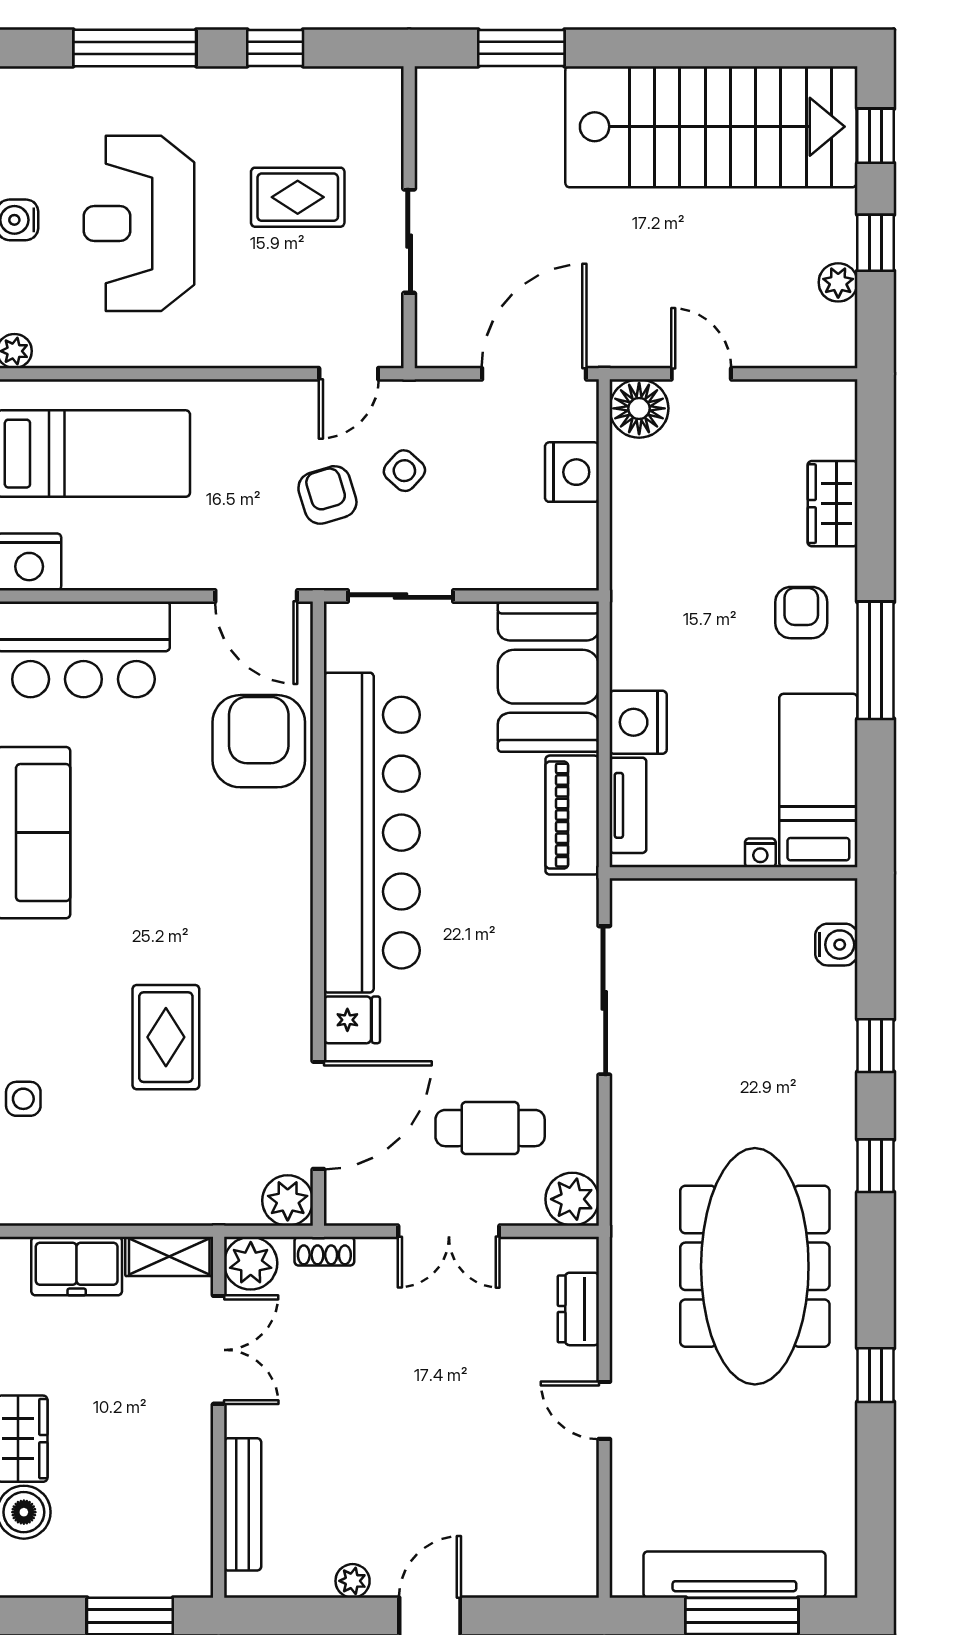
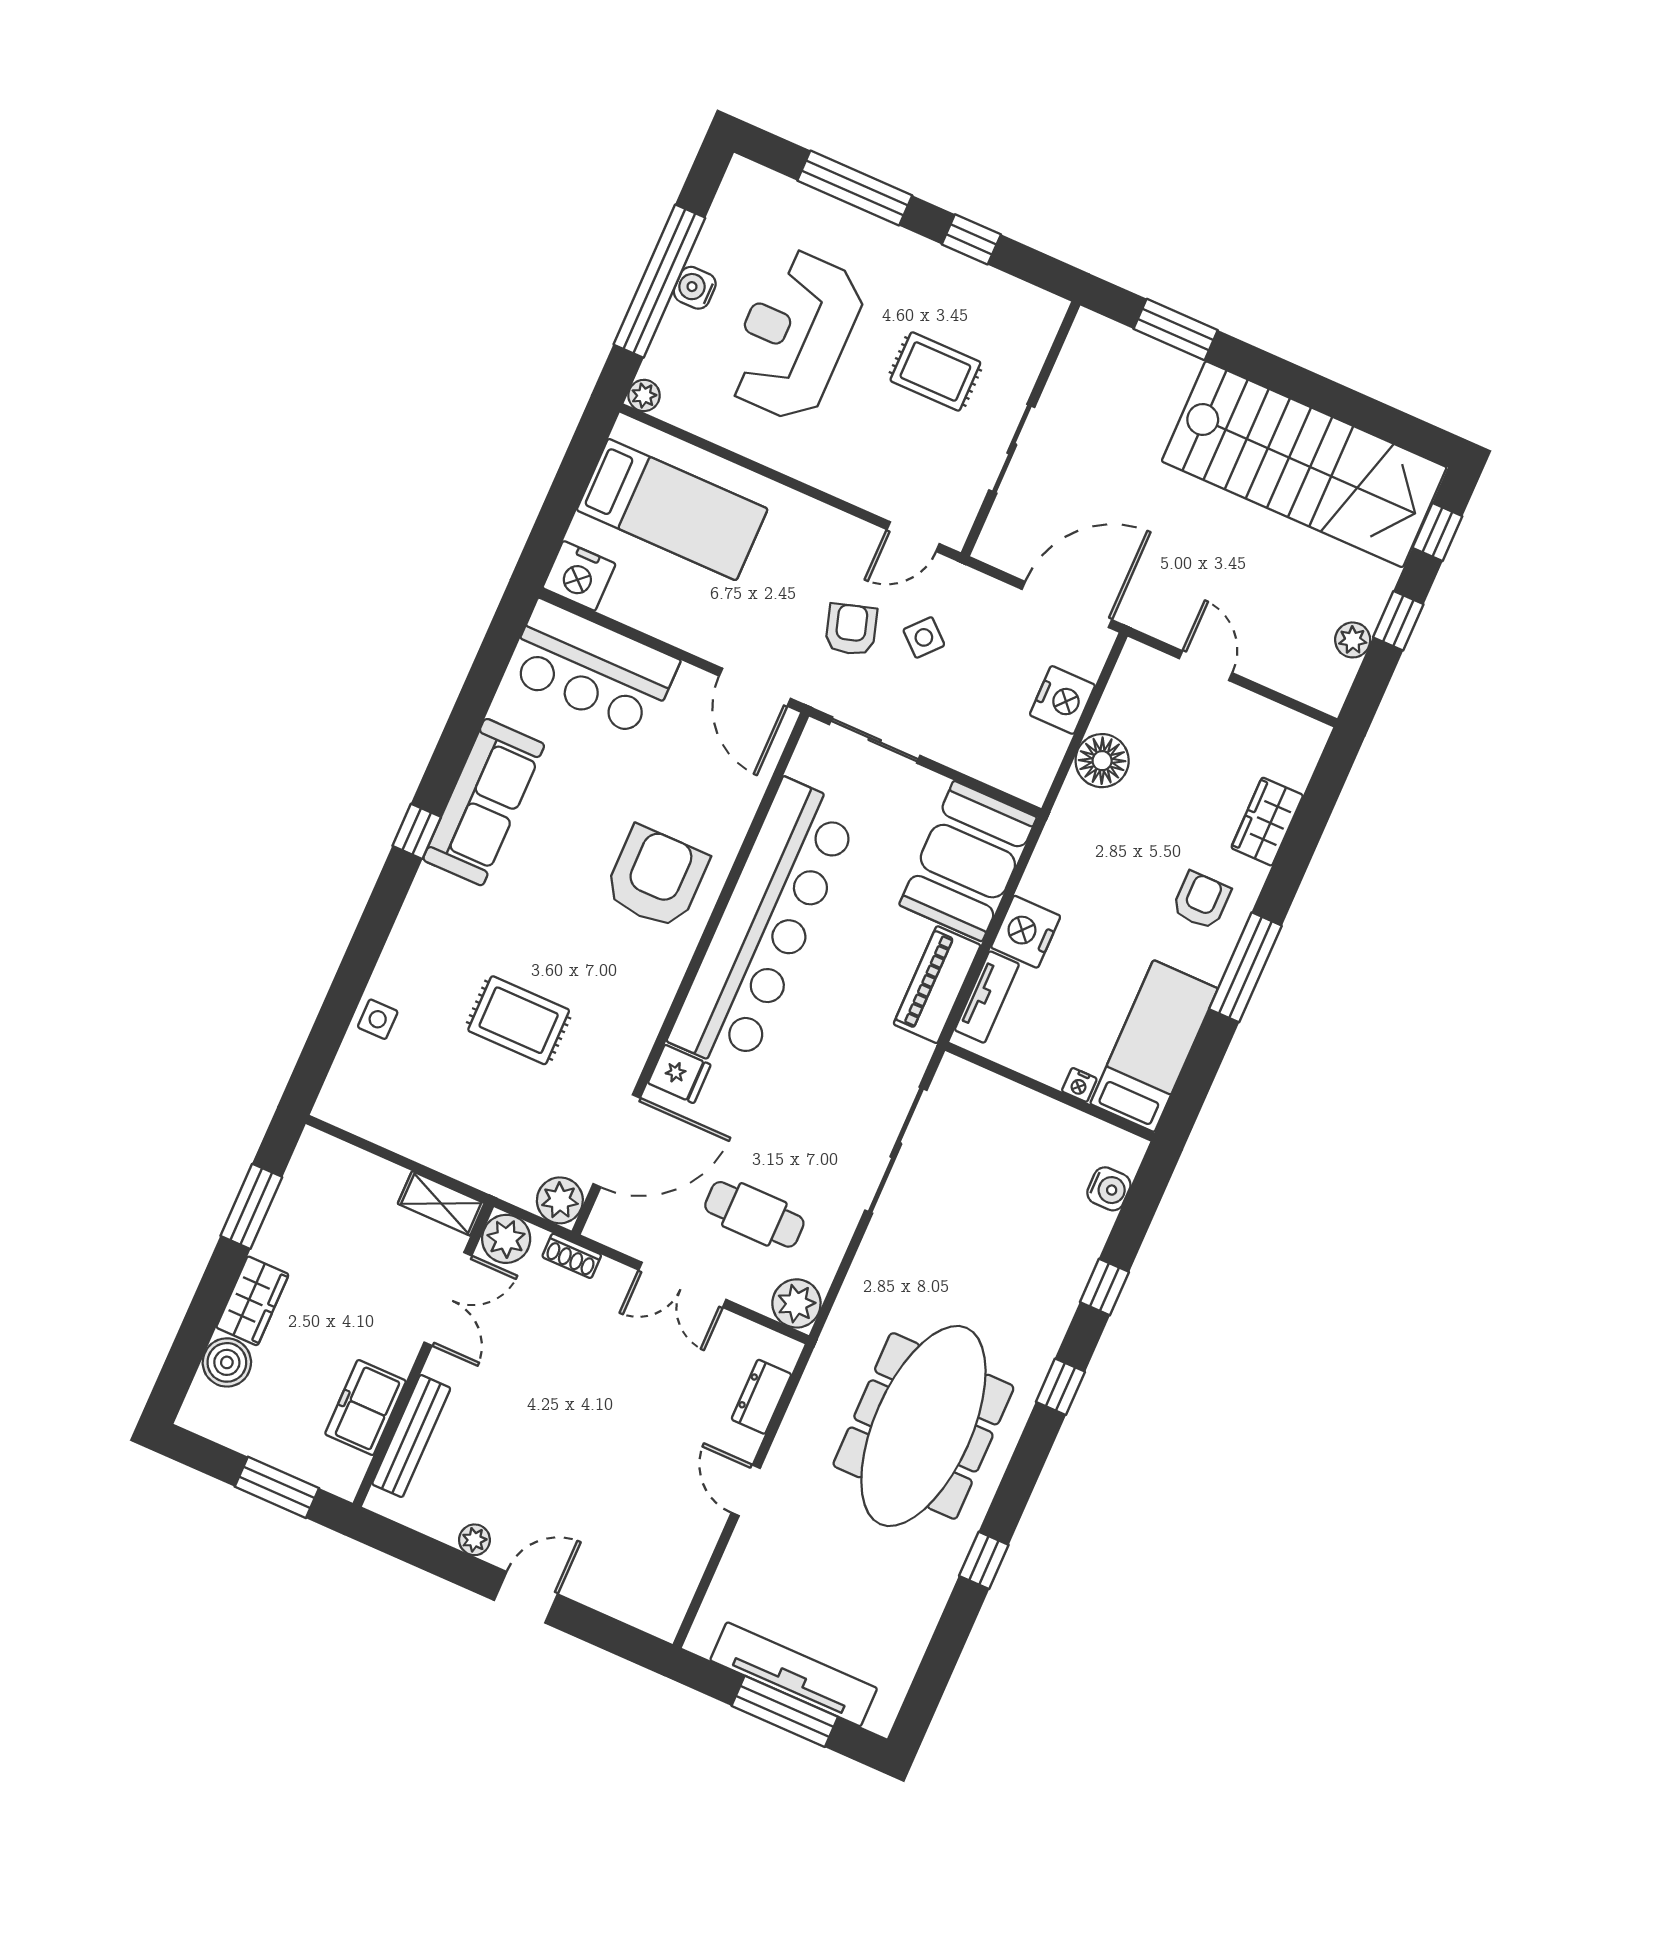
floor lamp: (639, 408) -> (1102, 761), moved
armchair: (259, 741) -> (656, 877), moved
rug: (166, 1037) -> (519, 1020), turned 90
freezer: (77, 1266) -> (366, 1408), moved, turned 90

